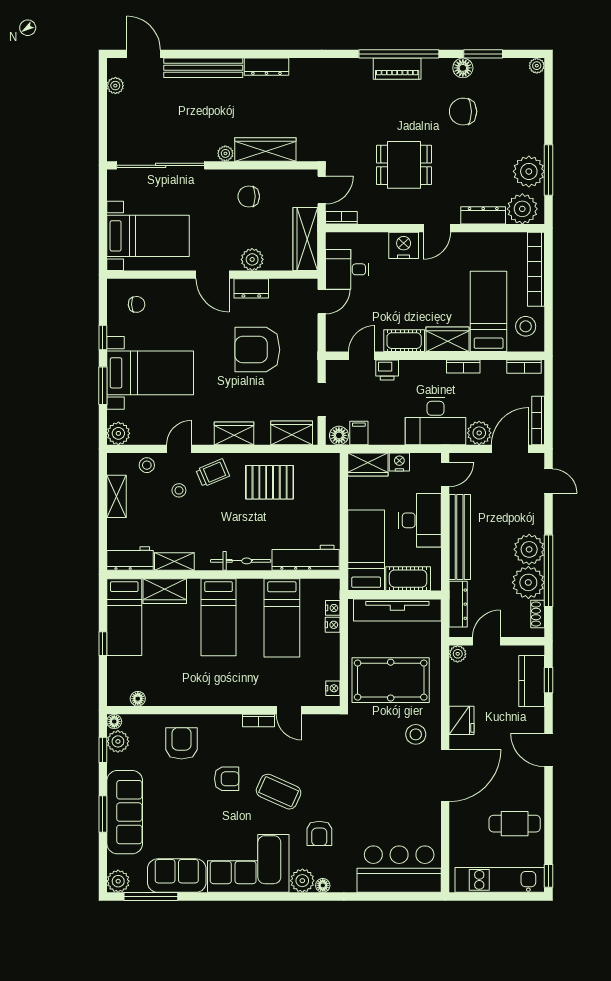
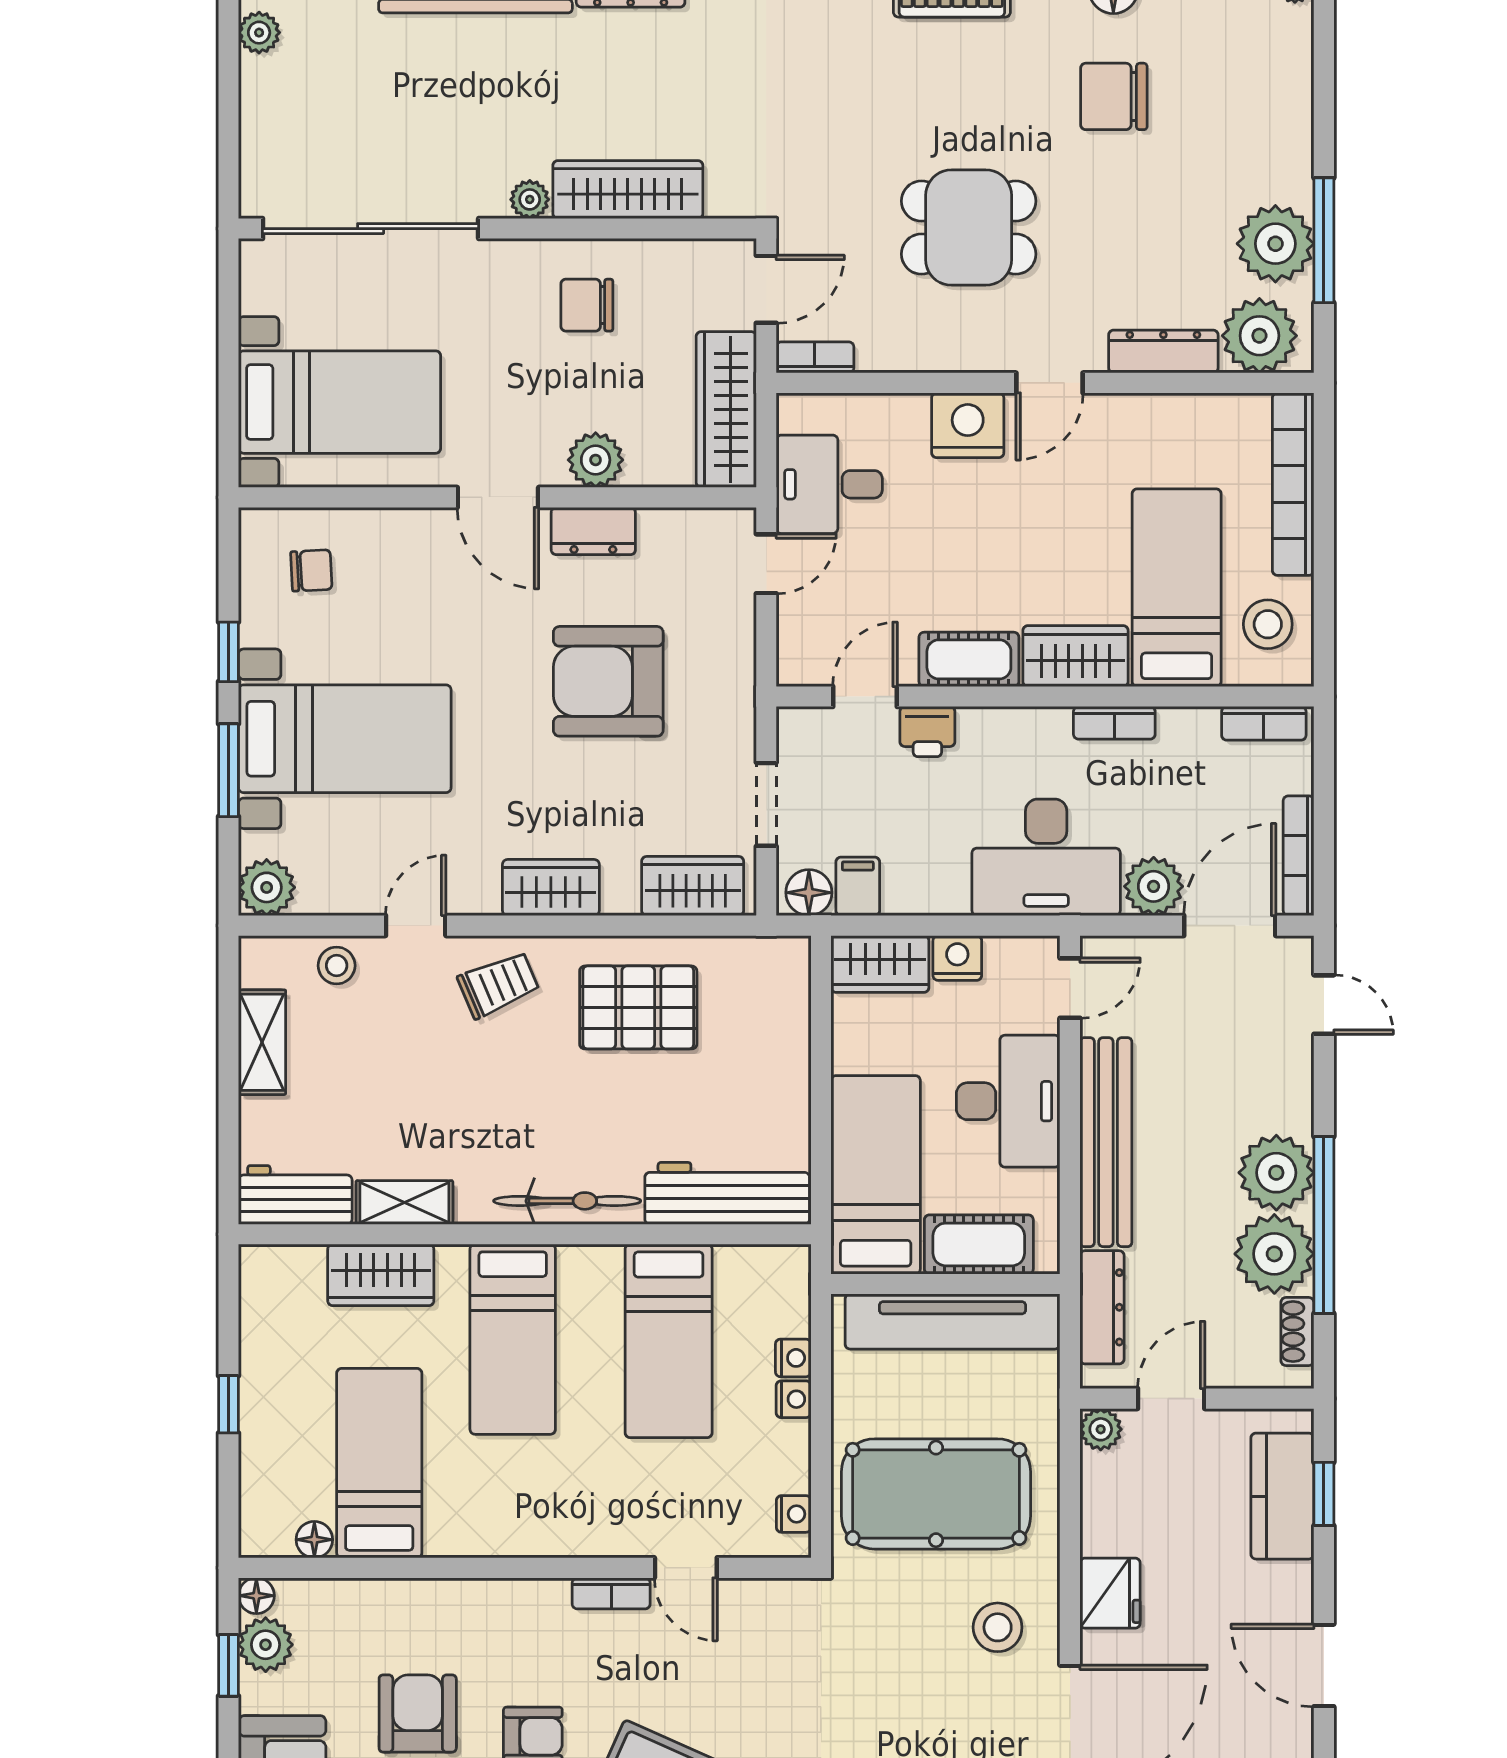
stool: (179, 490) -> (416, 1028), removed
nightstand: (333, 608) -> (794, 1399), moved
bed: (124, 617) -> (379, 1463), moved, turned 180
armchair: (181, 743) -> (418, 1714), moved

